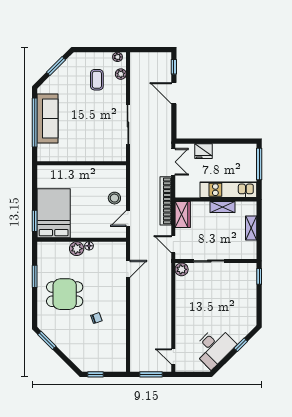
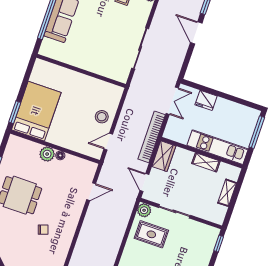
rug: (195, 289) -> (151, 234), added

